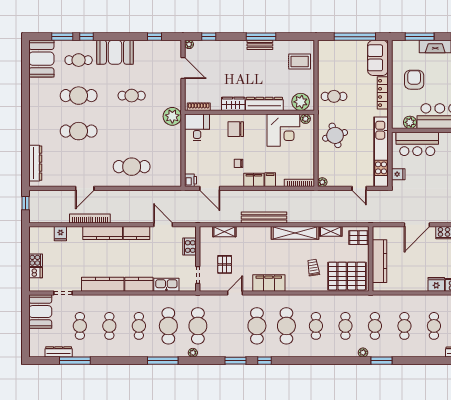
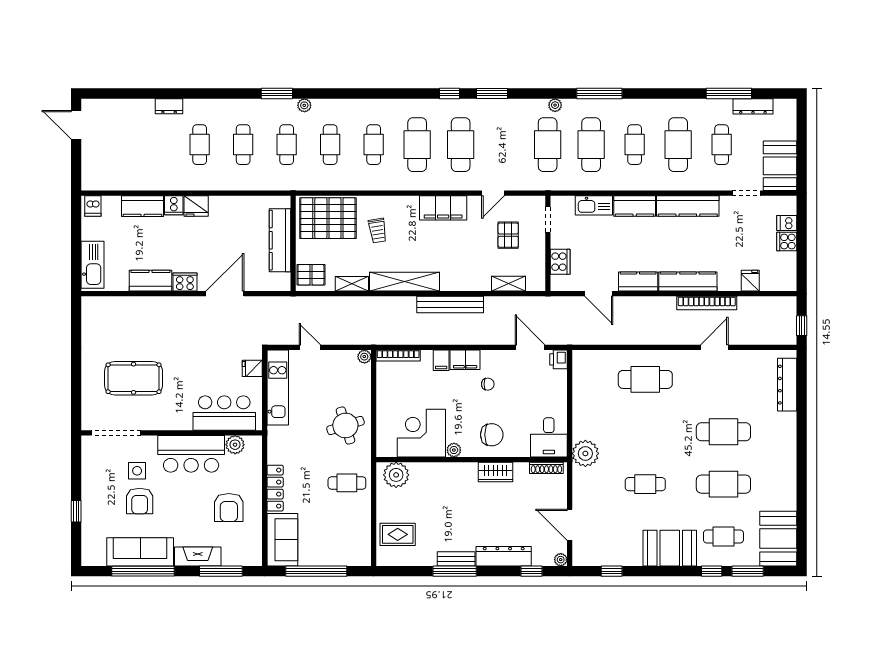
dresser: (264, 104) -> (504, 556), moved, turned 180
plant: (305, 119) -> (454, 450), moved
kitchen unit: (381, 152) -> (278, 388), width x0.73
cafe table: (109, 326) -> (678, 145), width x1.37, depth x1.35

